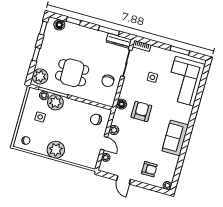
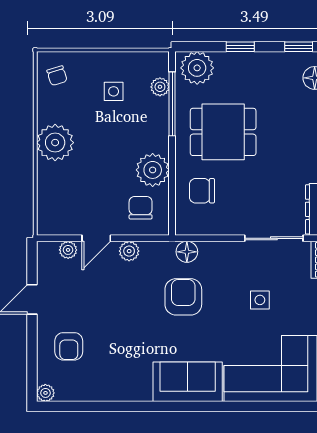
dining table: (72, 73) -> (223, 132), turned 90
chair: (108, 81) -> (202, 191), moved
plant: (55, 102) -> (153, 170), moved
armchair: (141, 111) -> (183, 297), turned -90
sofa: (175, 138) -> (188, 382), moved

